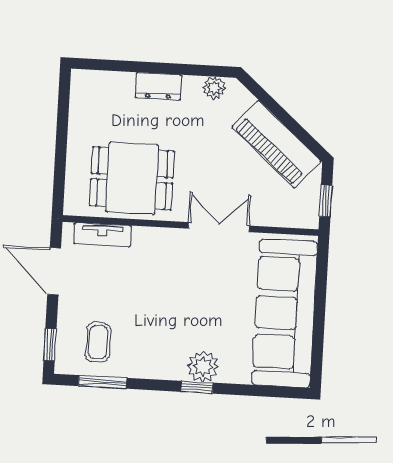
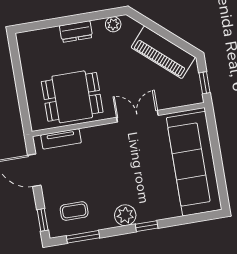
coffee table: (98, 342) -> (74, 211), turned 90
plant: (203, 367) -> (125, 215), moved

